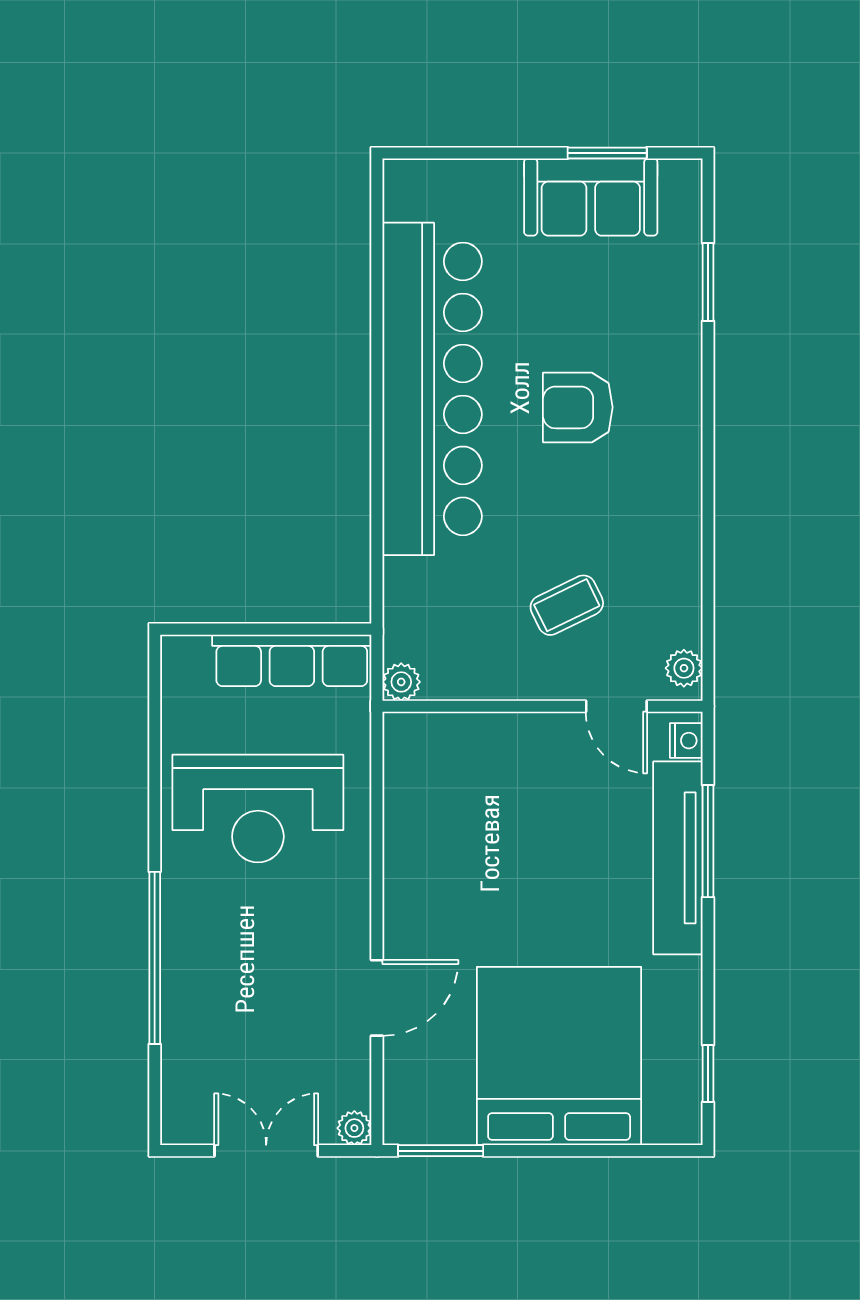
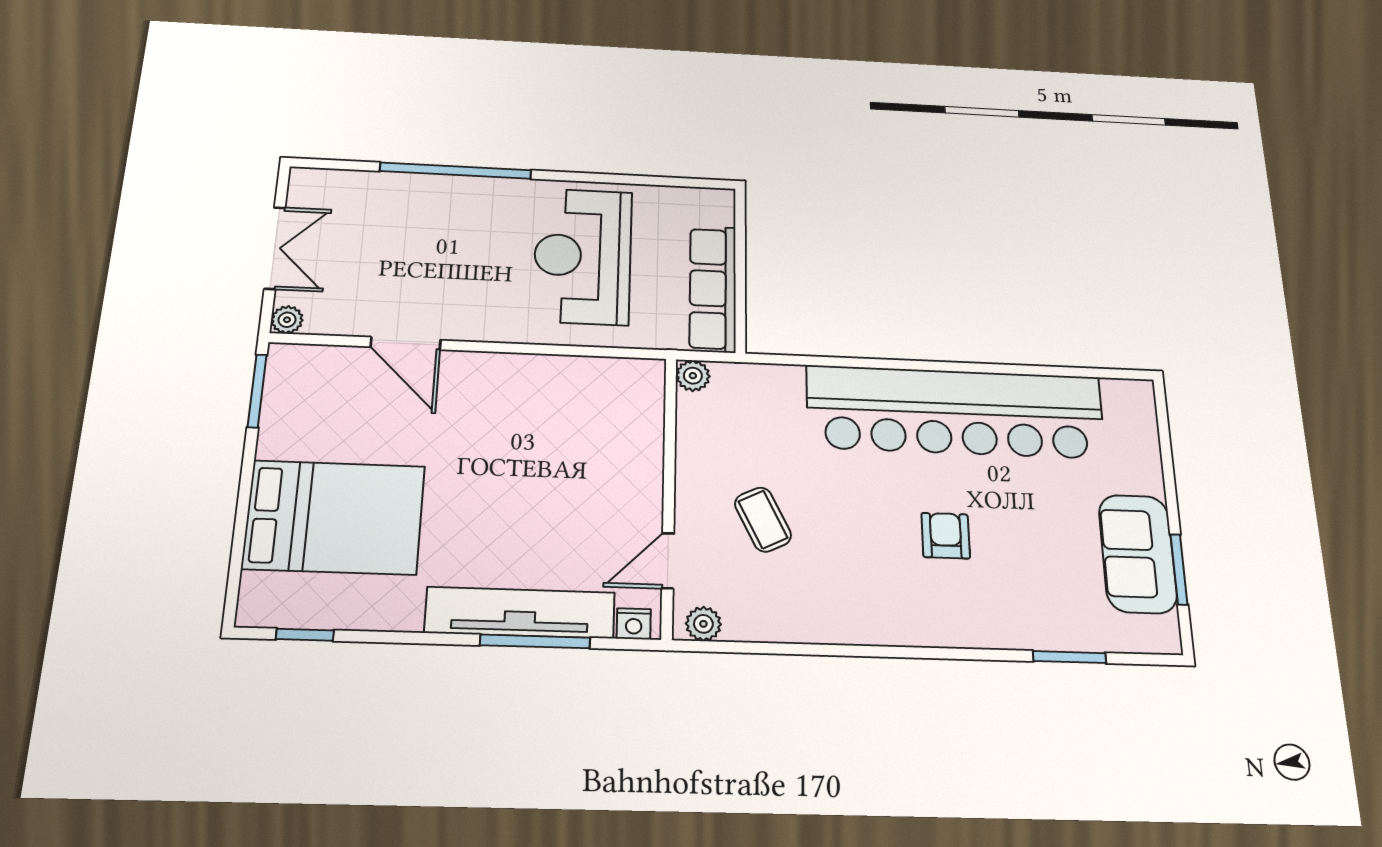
armchair: (578, 407) -> (946, 536), width x0.72, depth x0.72
bed: (559, 1056) -> (334, 517), width x0.73

